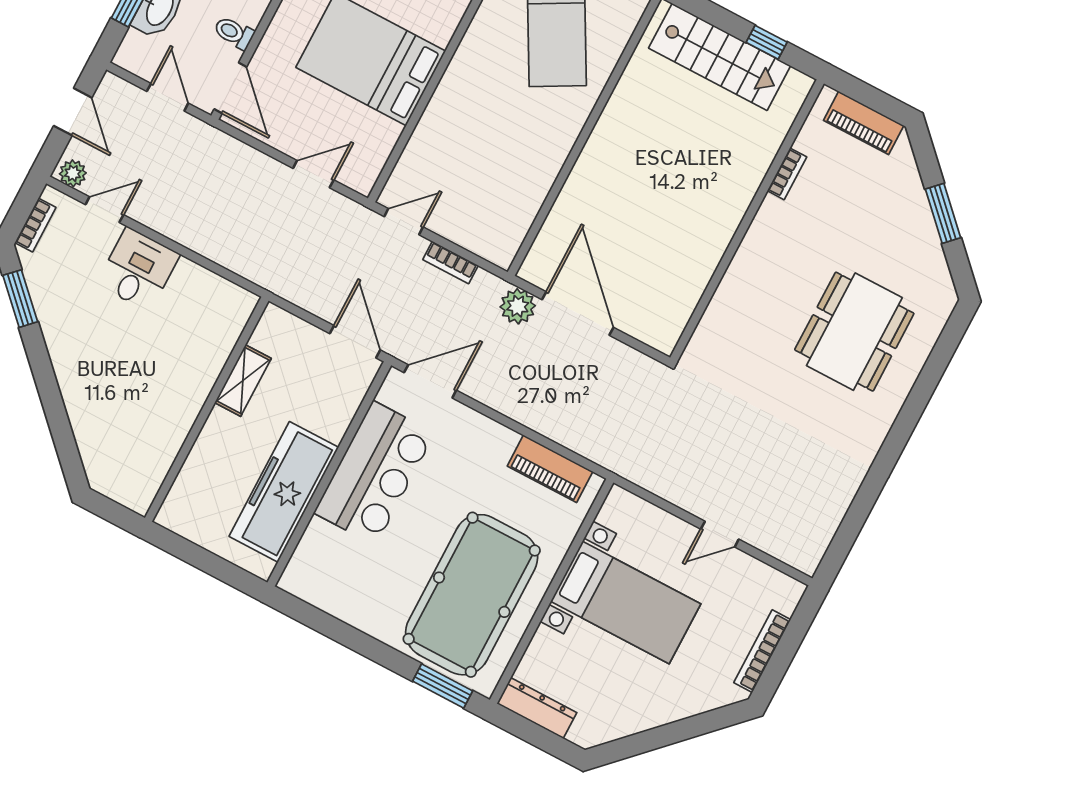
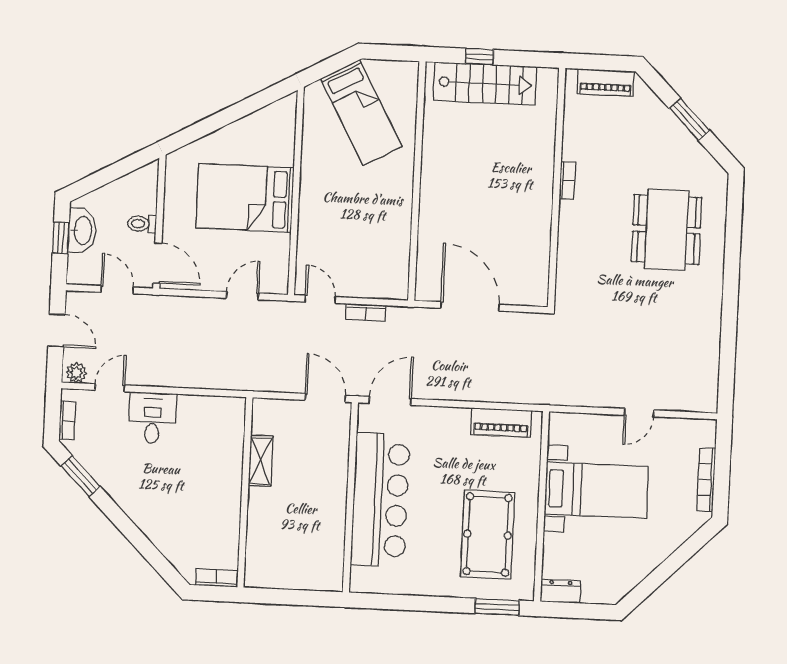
window: (767, 42) -> (479, 57), moved
bookcase: (787, 174) -> (567, 181), moved
door: (404, 222) -> (320, 299), hinge flipped
plant: (518, 306) -> (426, 321), removed
bar counter: (374, 473) -> (380, 500), width x1.36
freezer: (284, 492) -> (325, 524), removed
bookcase: (125, 495) -> (216, 578), added
pool table: (472, 595) -> (488, 535), width x0.73, depth x0.76
dresser: (537, 708) -> (560, 591), width x0.70

